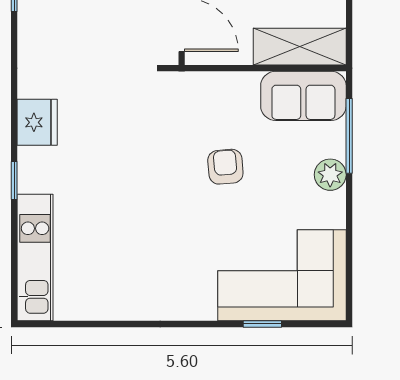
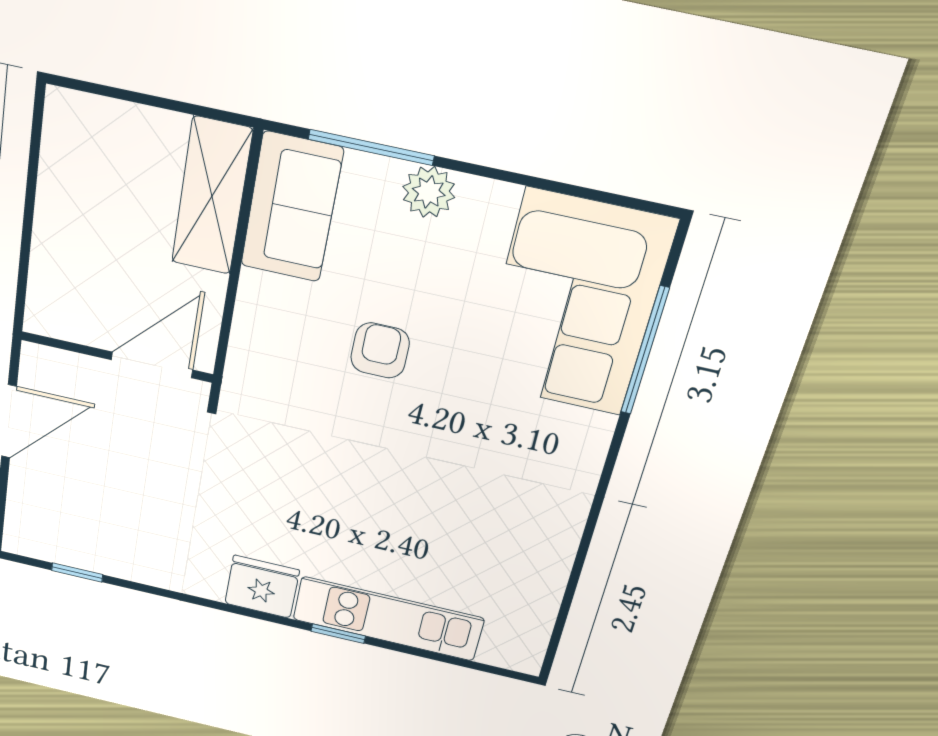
armchair: (225, 167) -> (380, 350), turned 95
kitchen unit: (35, 257) -> (388, 619), moved
window: (262, 324) -> (645, 351), width x2.17

